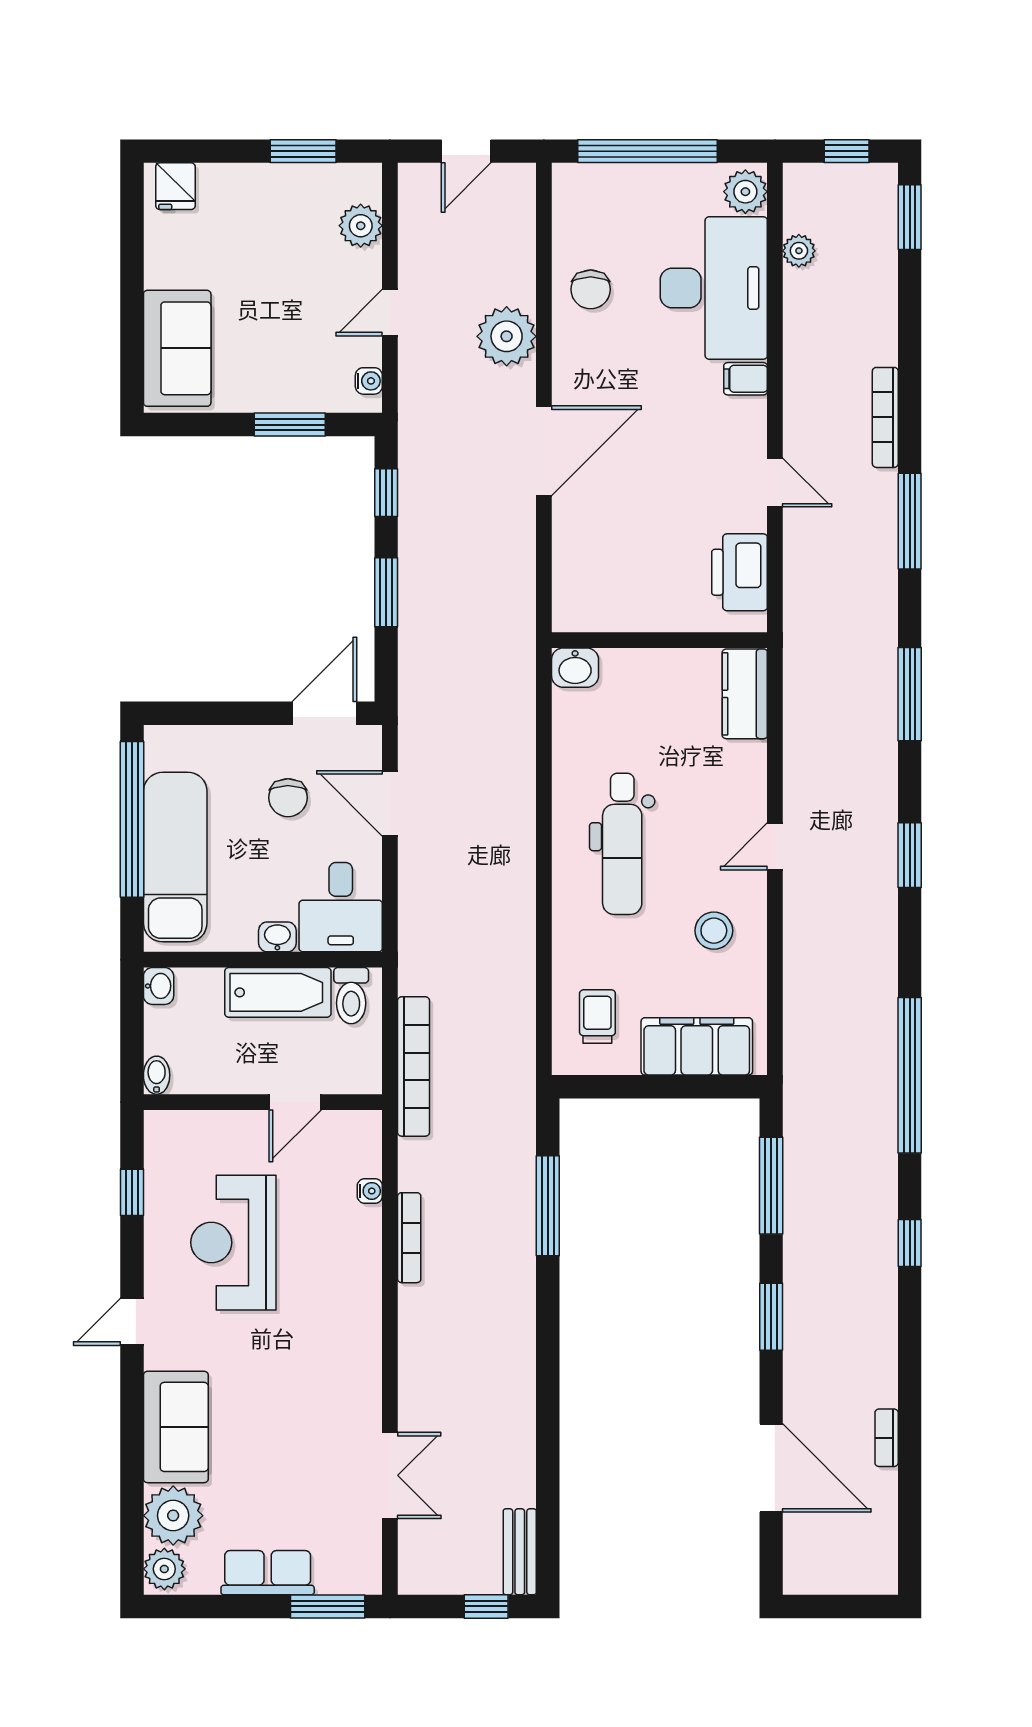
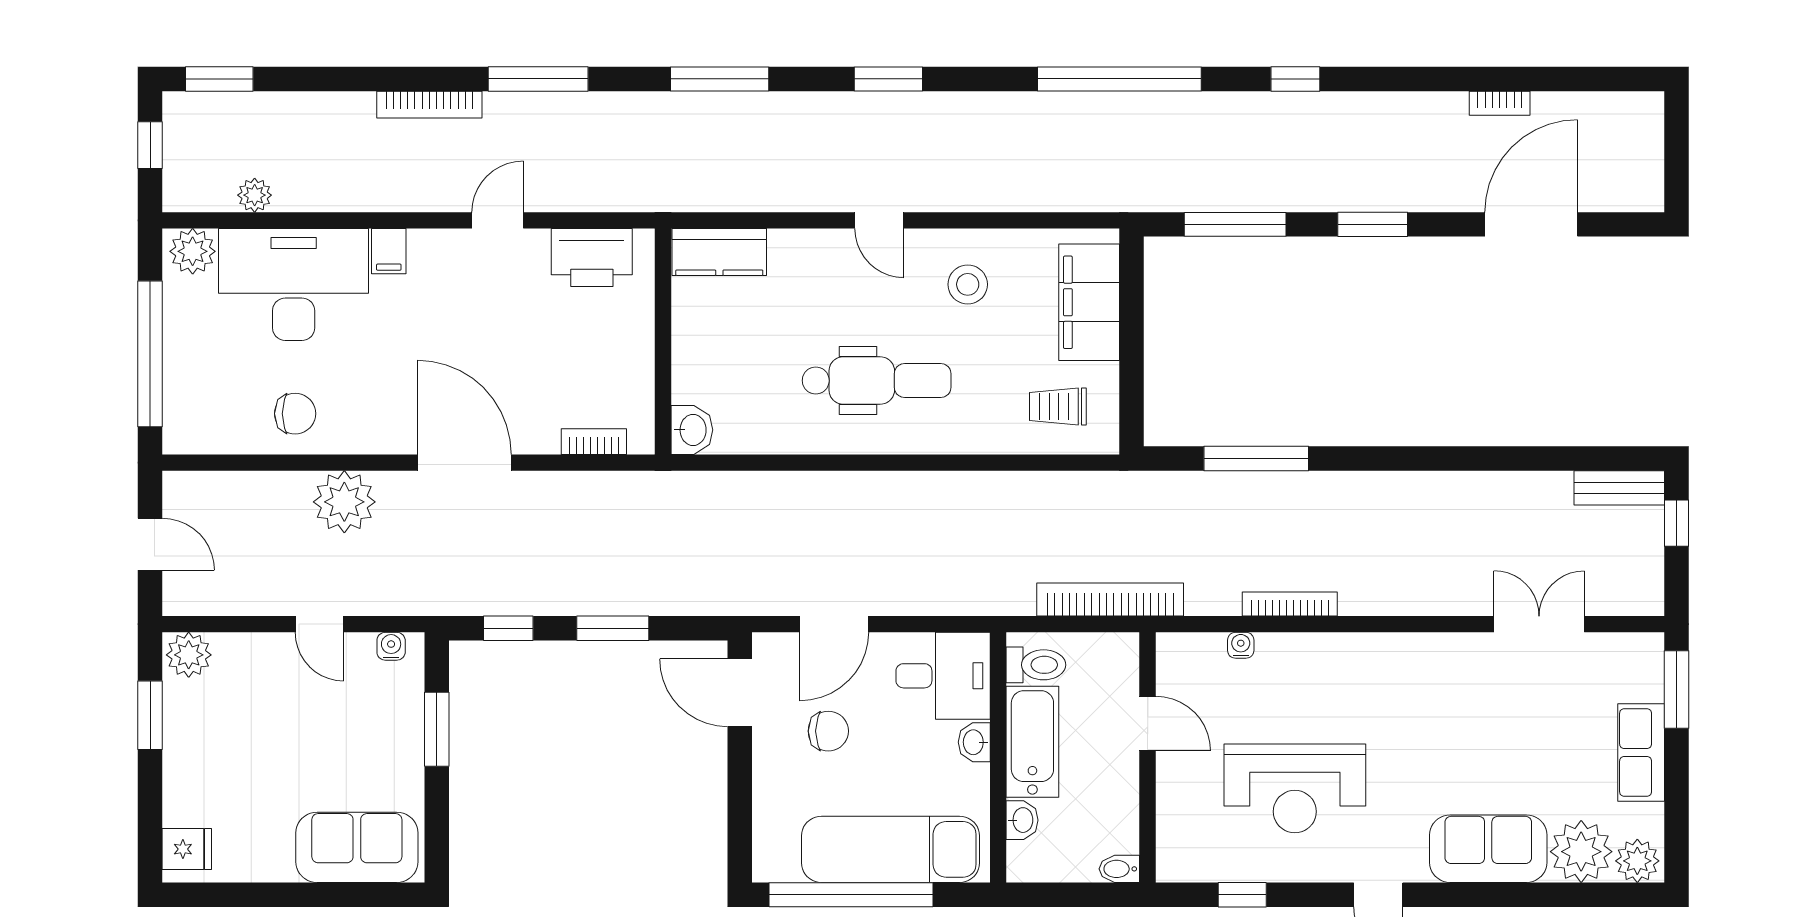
plant: (361, 226) -> (189, 655), moved
bookcase: (564, 574) -> (594, 442), added
washbasin: (159, 986) -> (1022, 820), moved, turned 90

